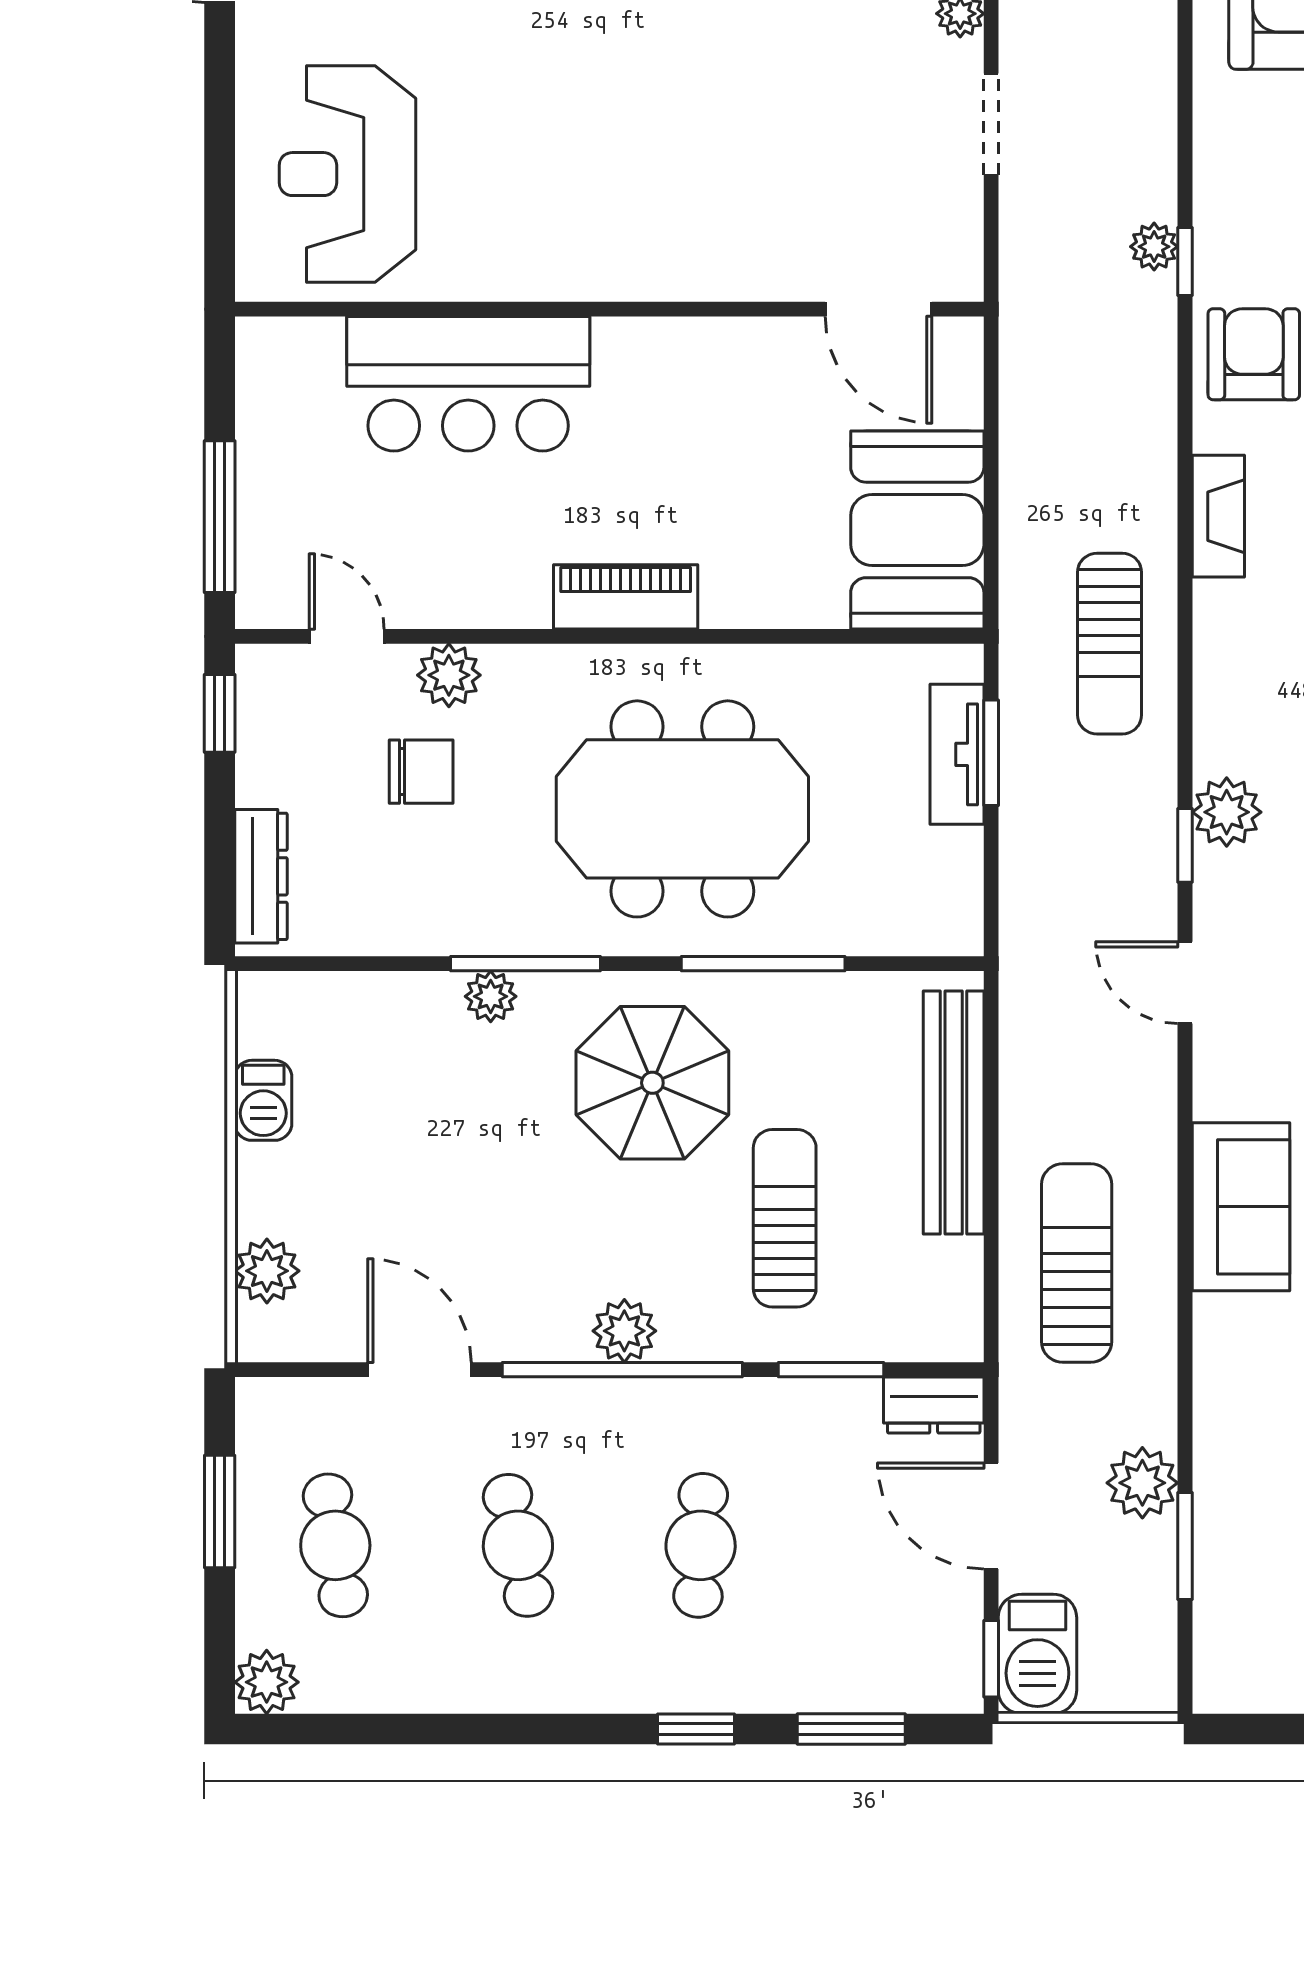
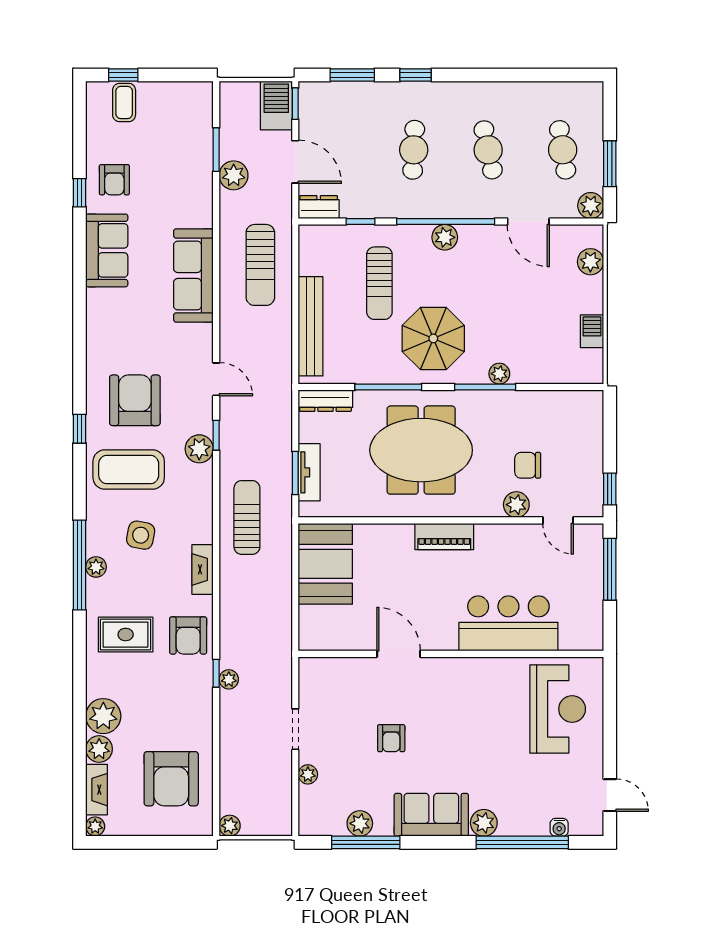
armchair: (756, 102) -> (391, 738), added
door: (879, 309) -> (399, 654), moved
dresser: (261, 876) -> (325, 401), moved, turned -90
sofa: (1241, 1207) -> (193, 275), width x1.36
window: (831, 1370) -> (361, 221), width x0.67
plant: (267, 1682) -> (591, 206), moved

